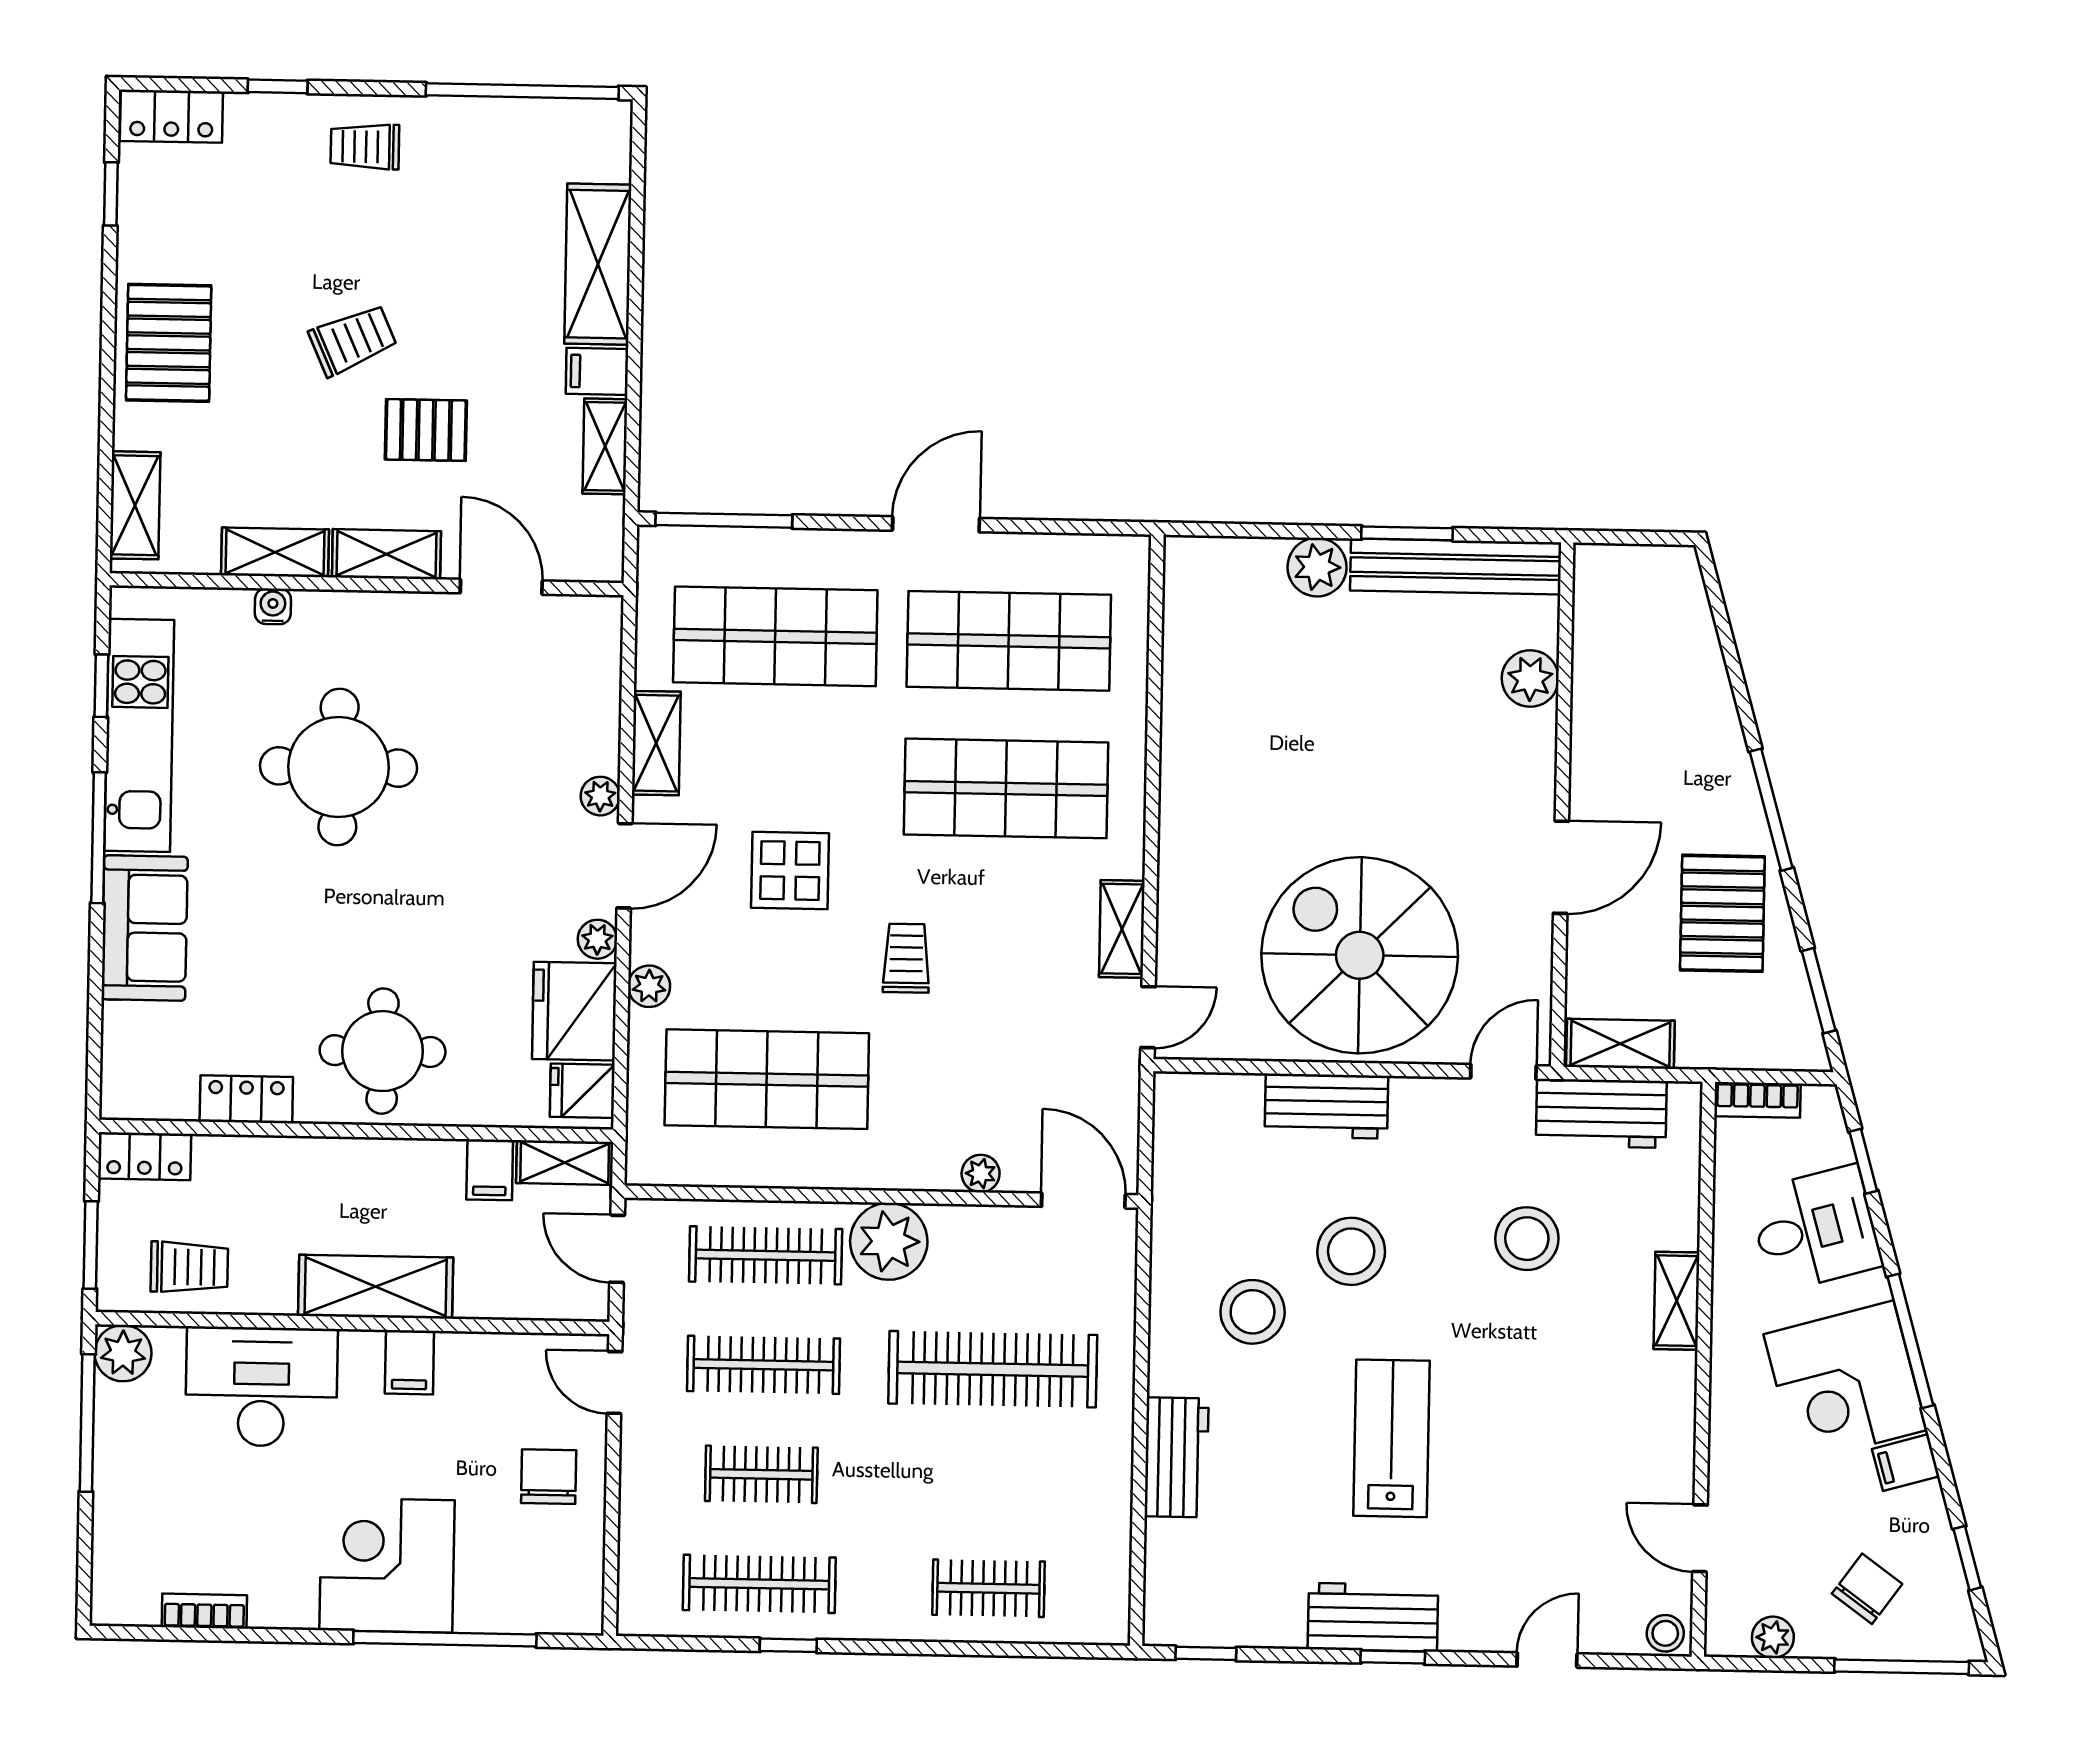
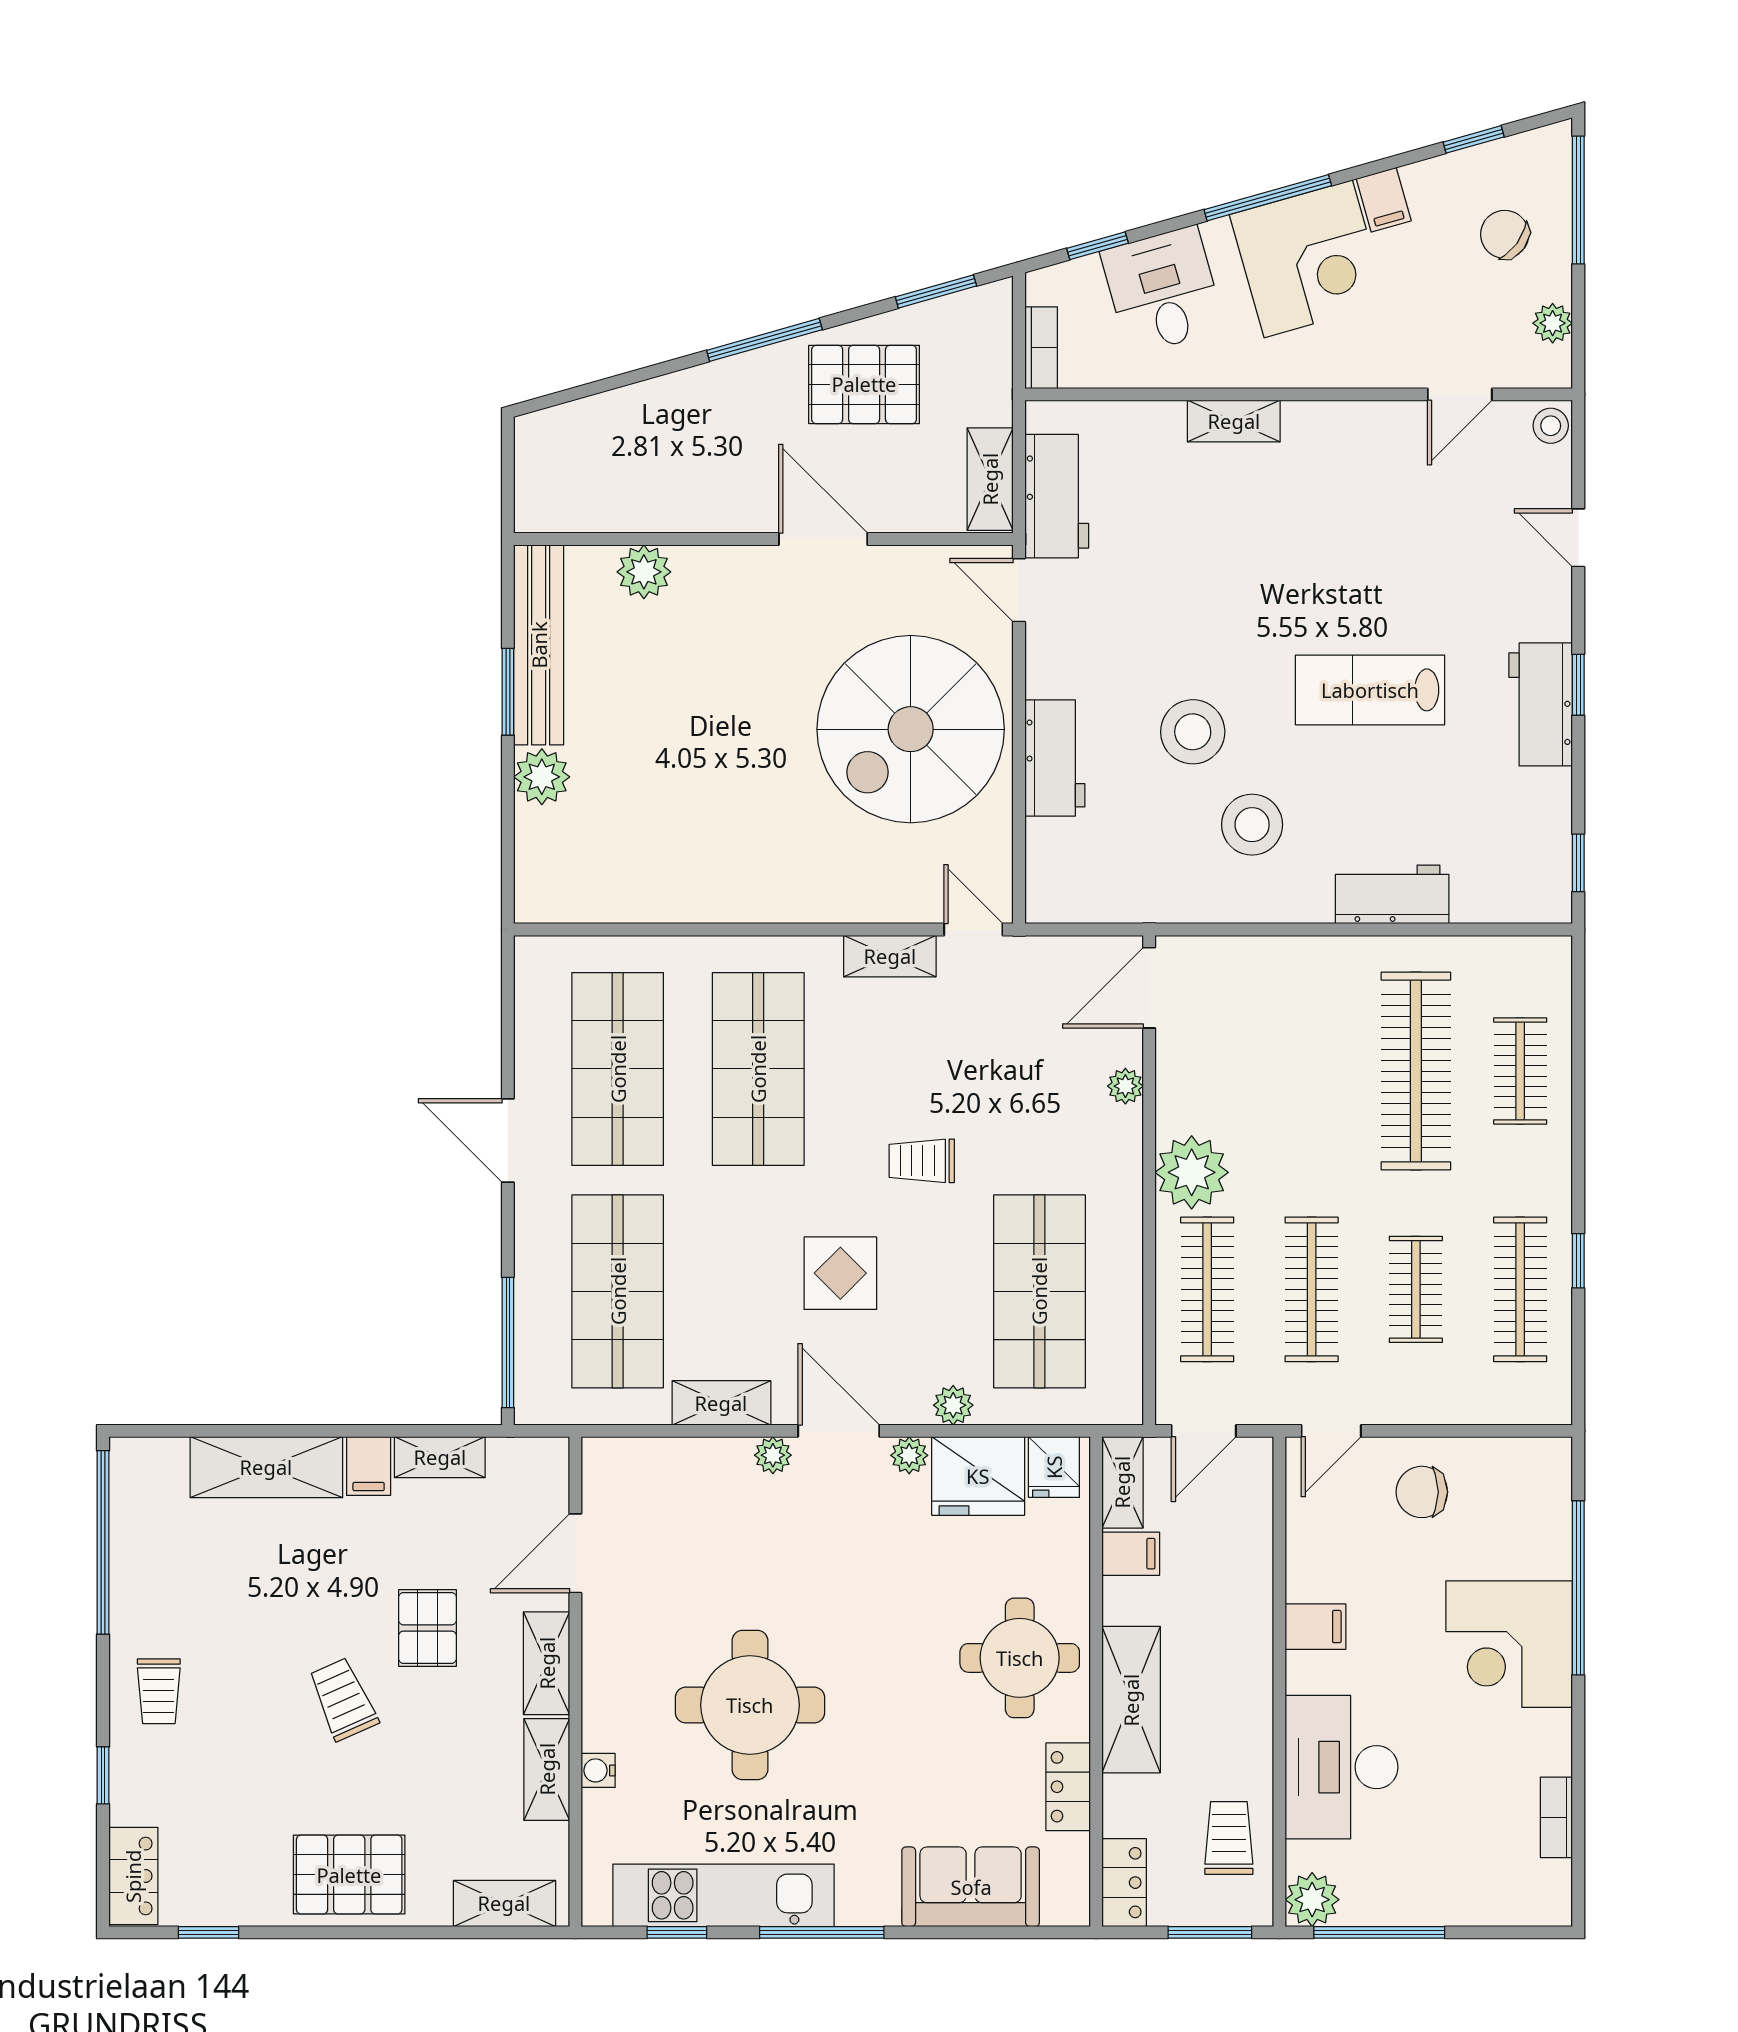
sofa: (145, 928) -> (971, 1887), moved
stool: (1527, 1239) -> (1177, 565), removed
shelving: (376, 1287) -> (1131, 1700), moved
clothes rail: (993, 1369) -> (1416, 1071), moved

